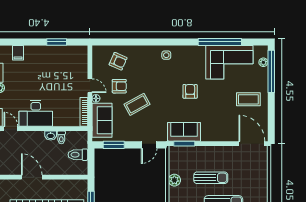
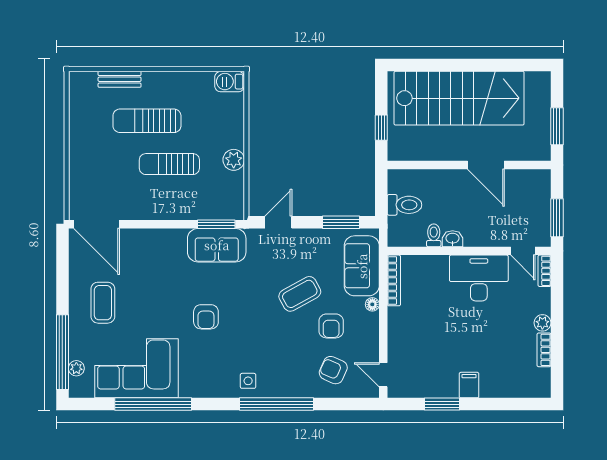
window: (150, 42) -> (277, 404), added
filing cabinet: (18, 53) -> (469, 385), moved
door: (90, 86) -> (383, 375), moved
armchair: (119, 86) -> (331, 326), turned -90
coffee table: (248, 99) -> (103, 303), turned 90

